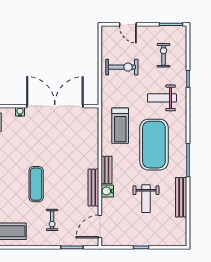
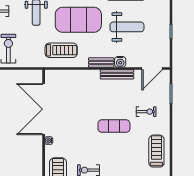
weight bench: (146, 199) -> (127, 27), width x1.36, depth x1.33
door: (100, 227) -> (152, 69), hinge flipped

